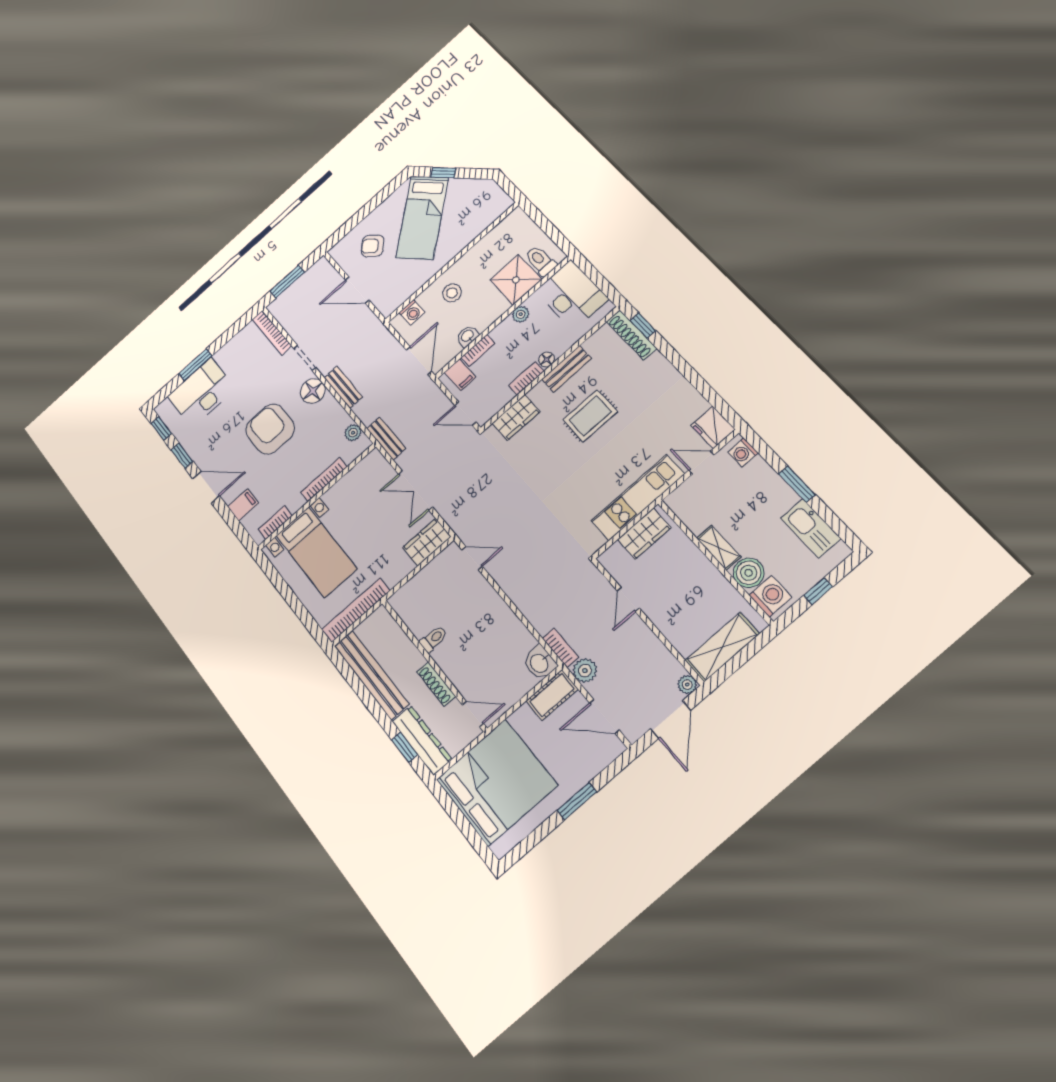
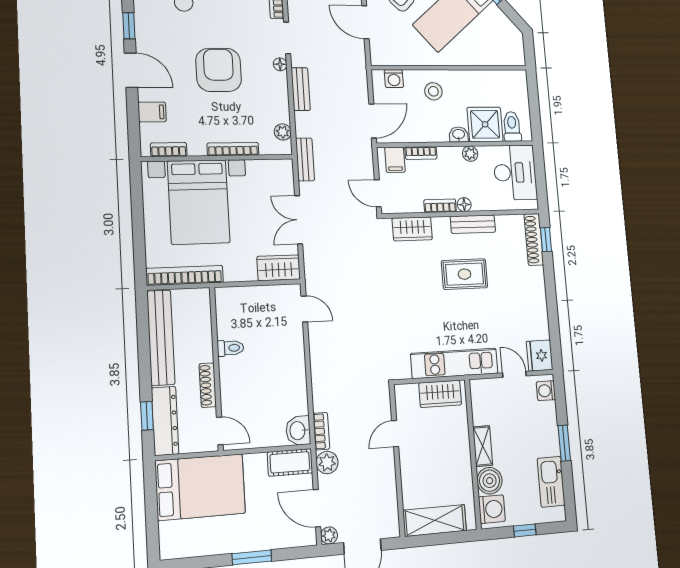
washbasin: (468, 336) -> (459, 135), moved
floor lamp: (313, 391) -> (280, 64), width x0.53, depth x0.53
bed with nightstands: (316, 552) -> (199, 202), width x1.36
plant: (687, 685) -> (329, 535), moved
bed: (497, 782) -> (200, 487), width x0.73

